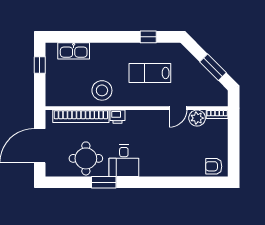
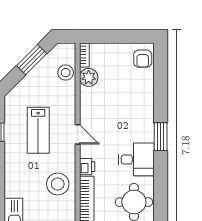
stool: (201, 97) -> (66, 73), added
door: (178, 108) -> (78, 134), moved
window: (104, 182) -> (161, 137), moved

